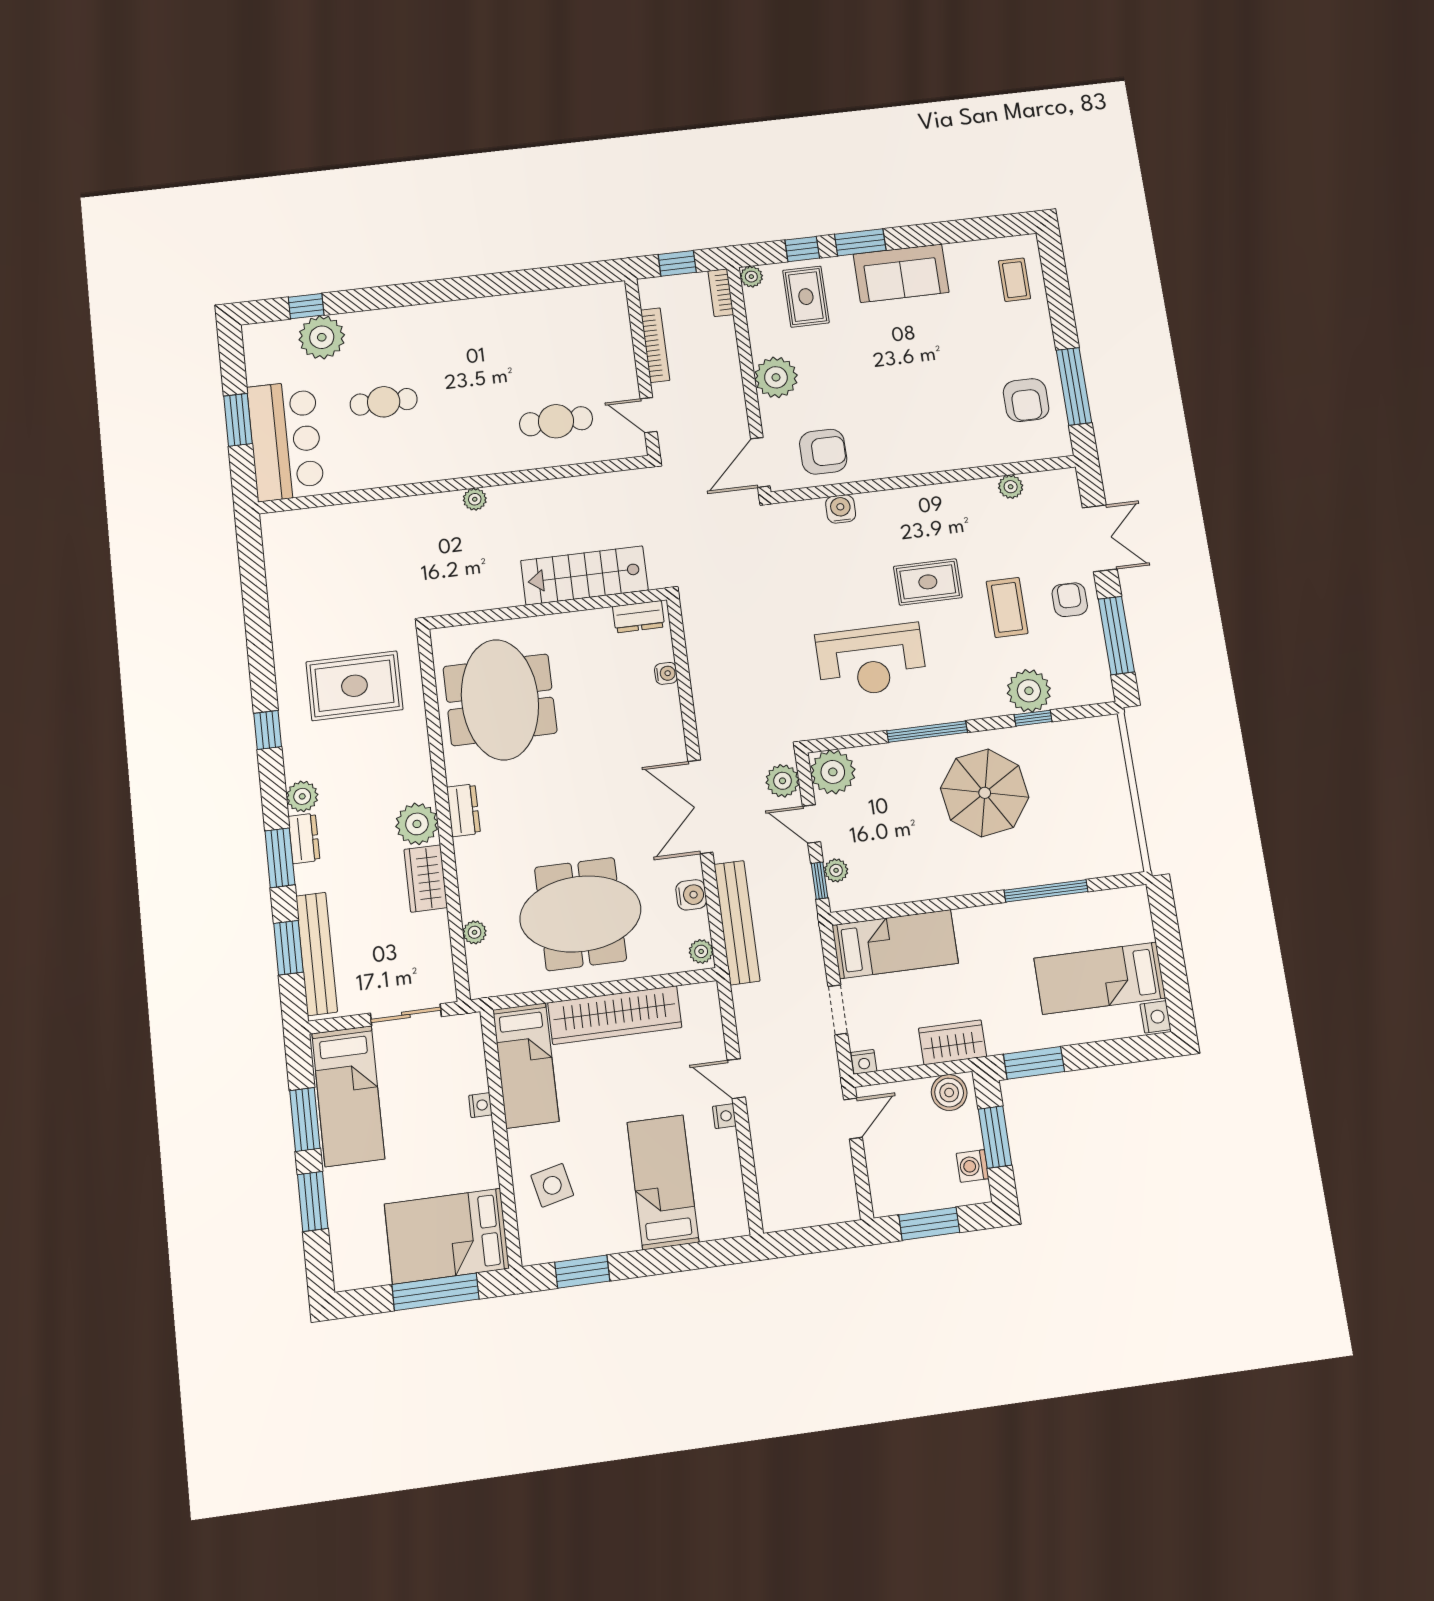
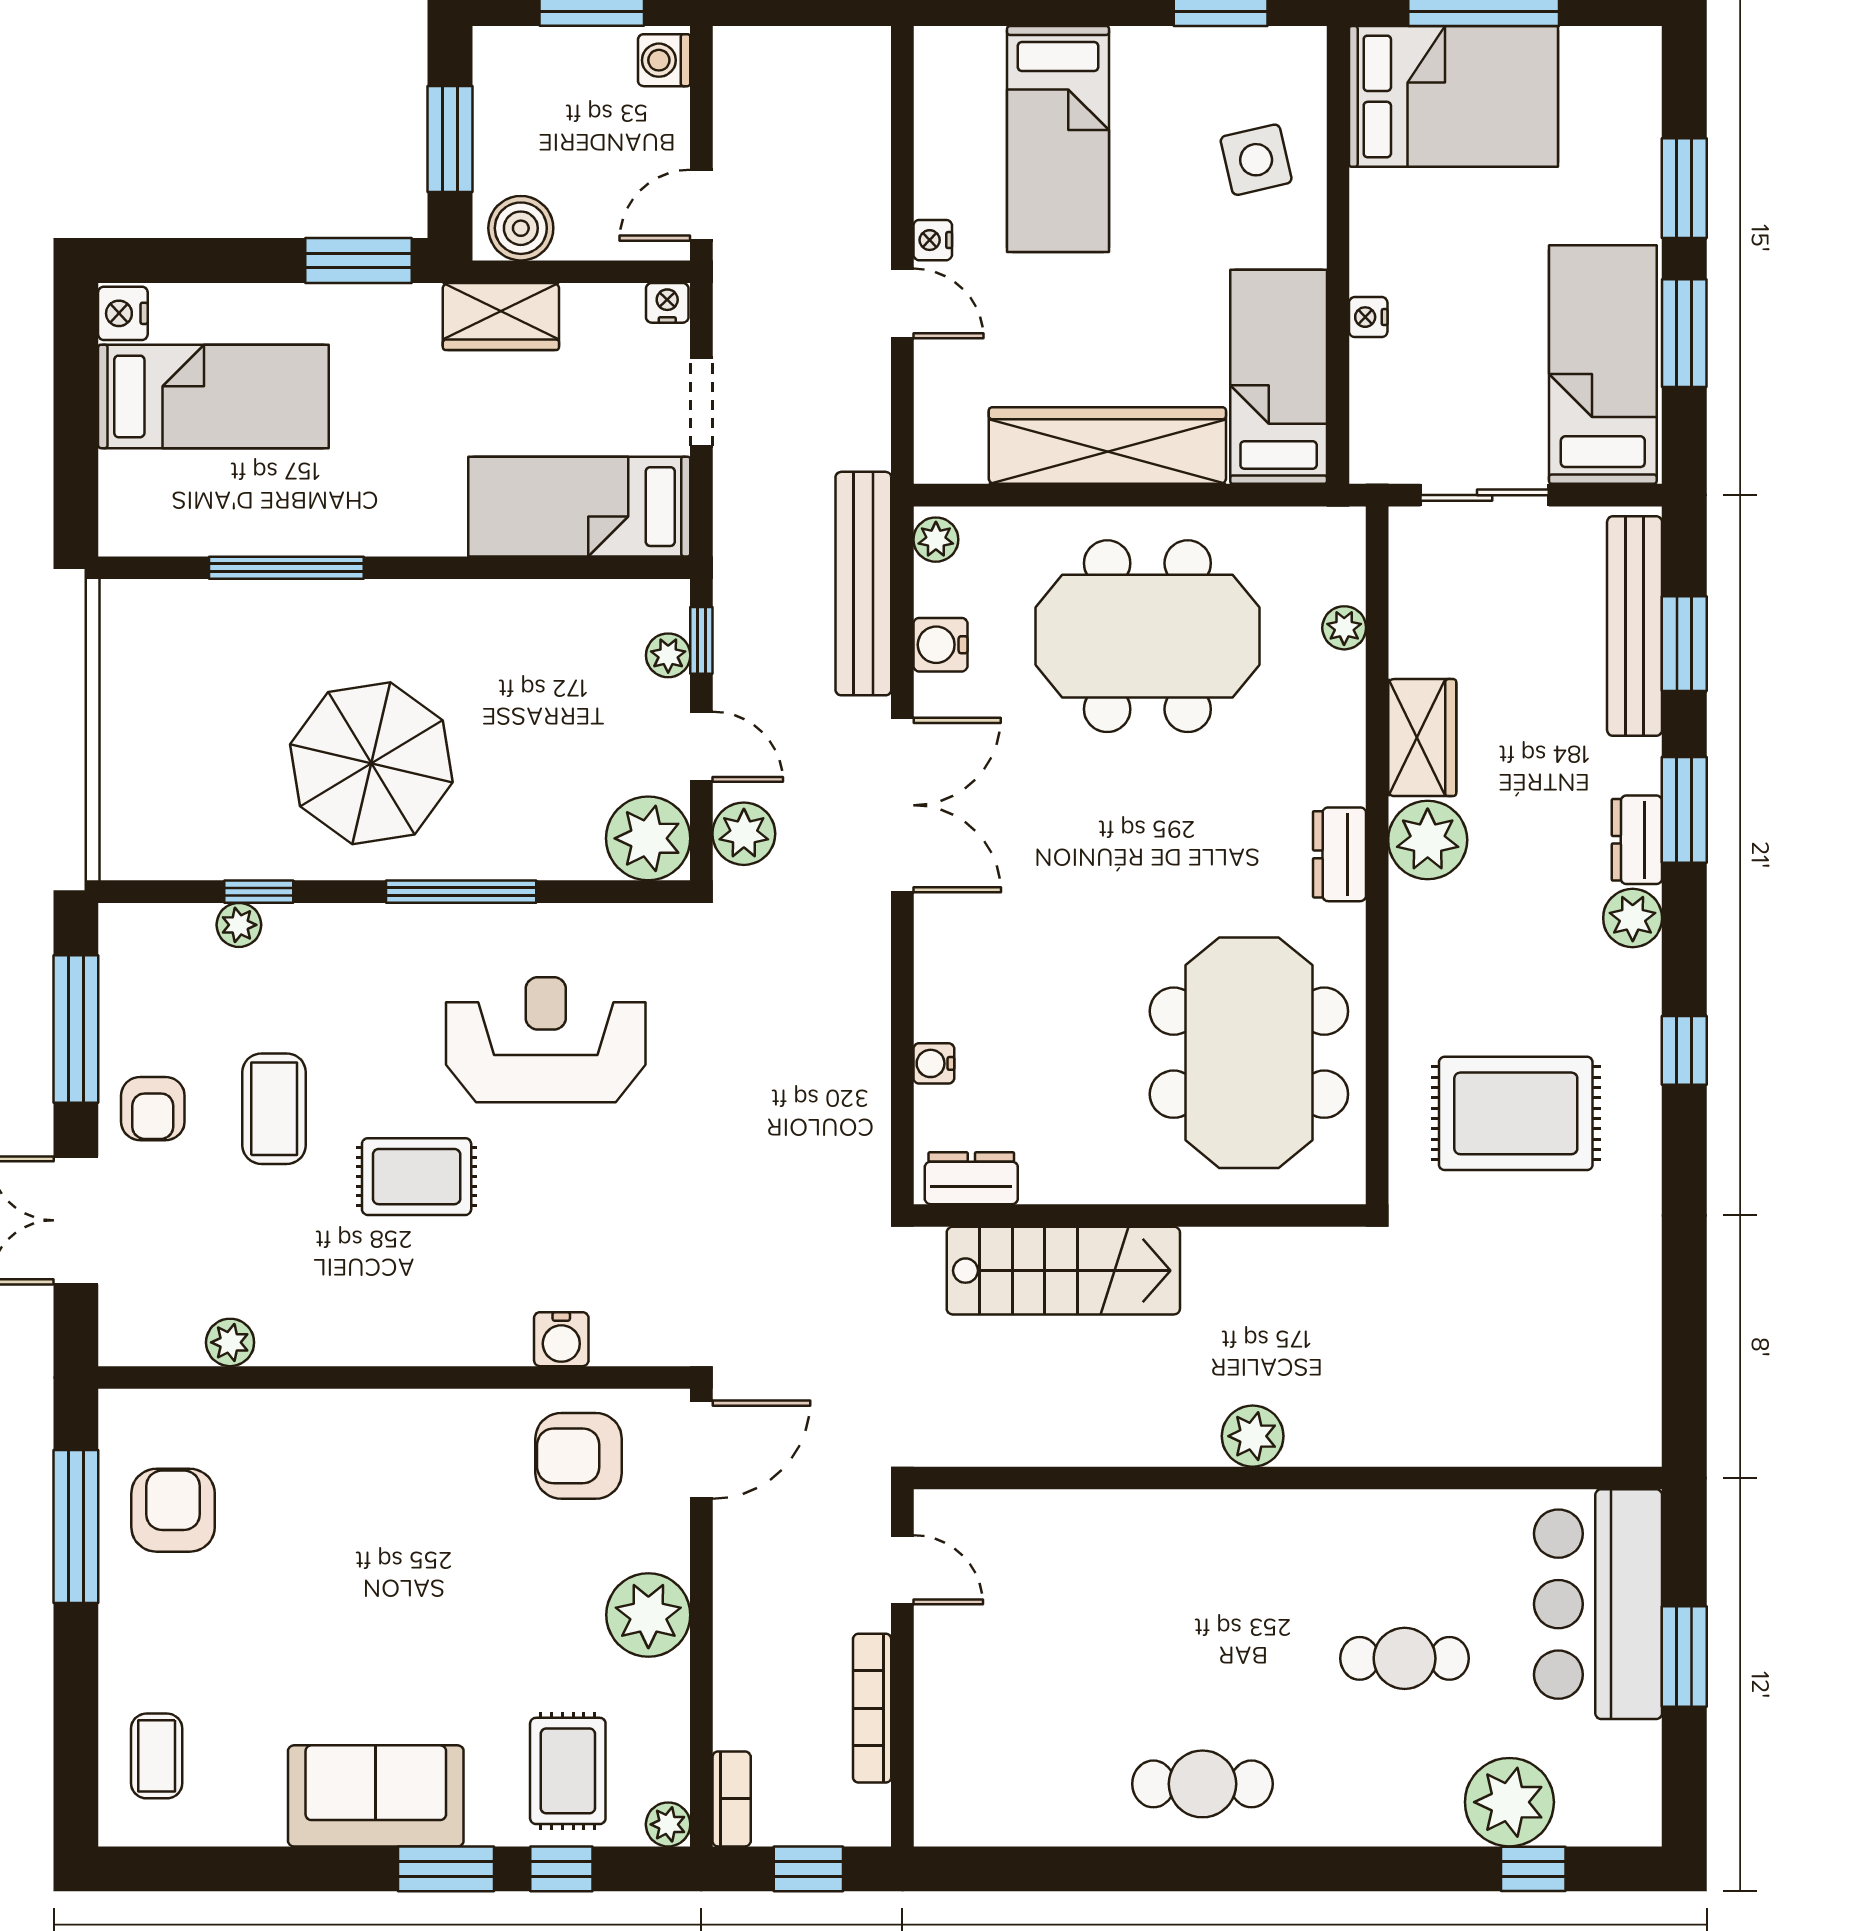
cafe table: (556, 421) -> (1202, 1784), moved
plant: (475, 499) -> (1253, 1436), width x1.38, depth x1.38
plant: (1029, 691) -> (239, 925), width x0.53, depth x0.53
washing machine: (973, 1166) -> (664, 60), moved, turned 180

